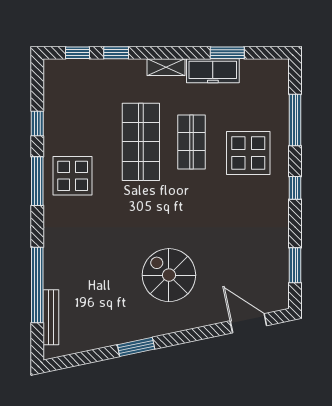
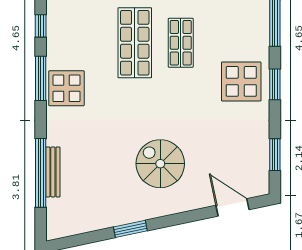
display table: (248, 153) -> (241, 81), moved
display table: (73, 176) -> (66, 88), moved
window: (295, 188) -> (275, 84), width x1.50
bench: (51, 317) -> (53, 172), moved

